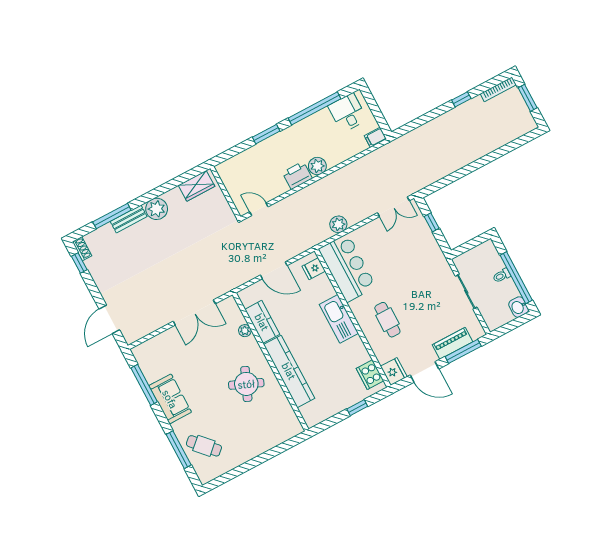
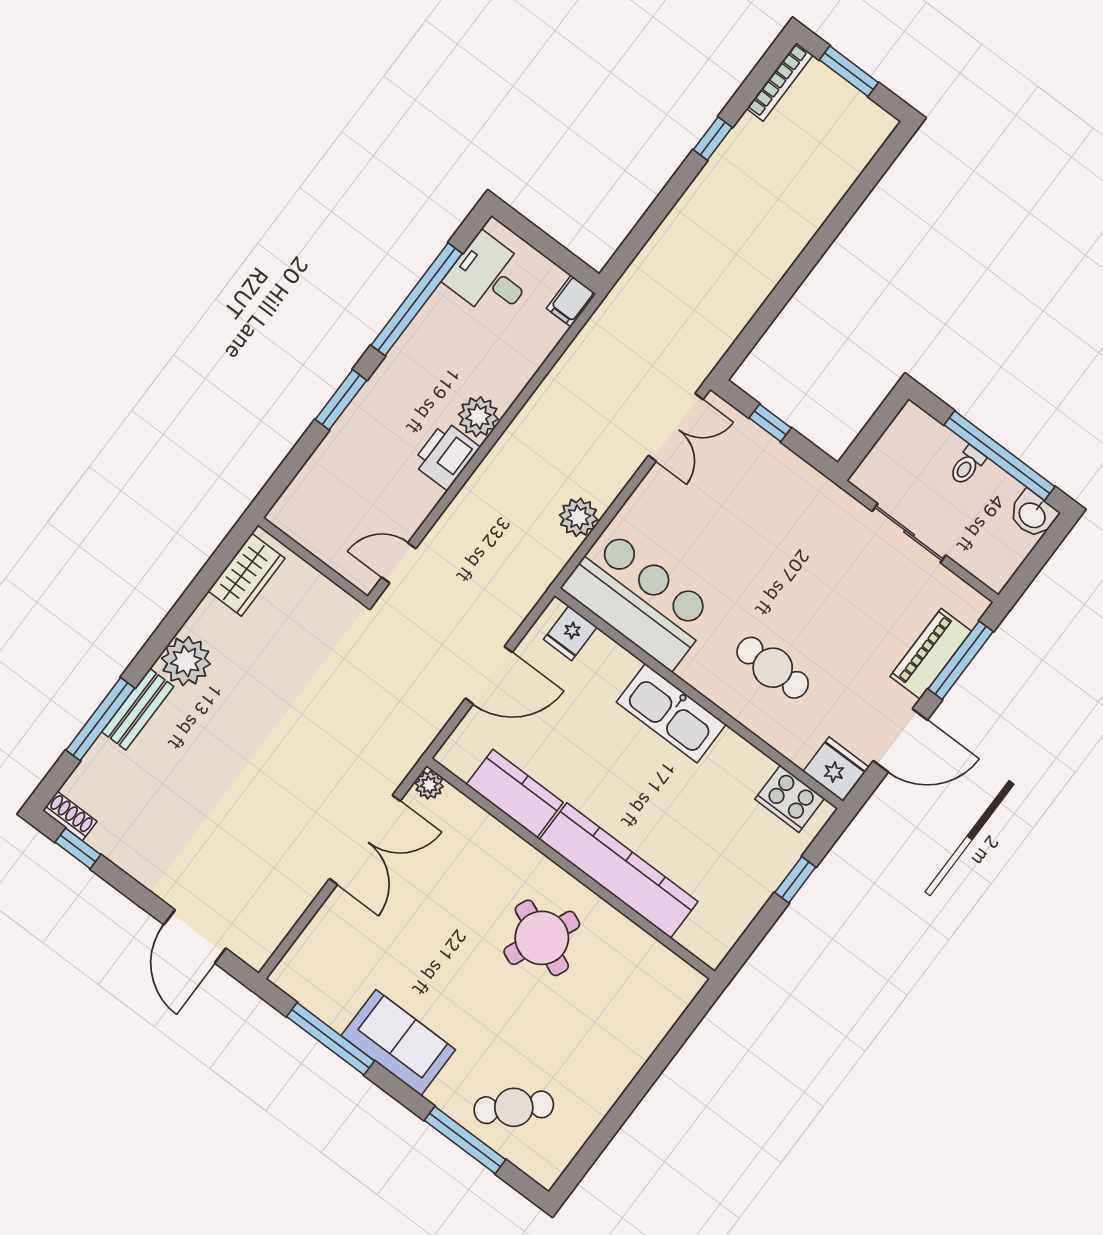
plant: (245, 331) -> (429, 785), moved

